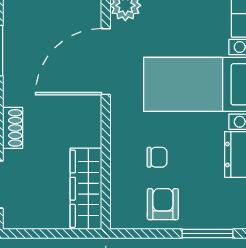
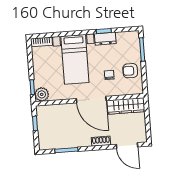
door: (106, 62) -> (91, 100), moved

